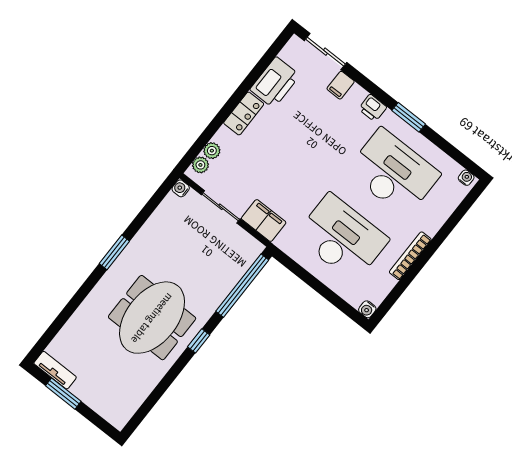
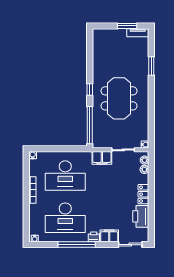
filing cabinet: (341, 85) -> (109, 236), width x2.00
window: (409, 117) -> (77, 245), width x2.11
window: (114, 252) -> (151, 66), moved
meeting table: (152, 318) -> (119, 98), moved

